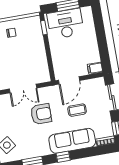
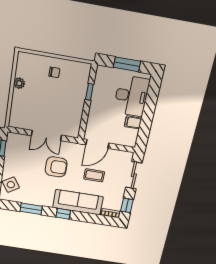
desk: (66, 24) -> (131, 96), moved, turned 90
window: (44, 28) -> (89, 92), moved
filing cabinet: (95, 68) -> (133, 122), moved

